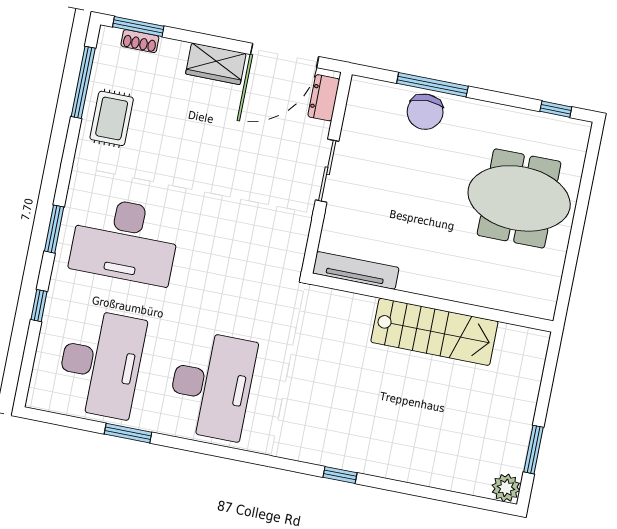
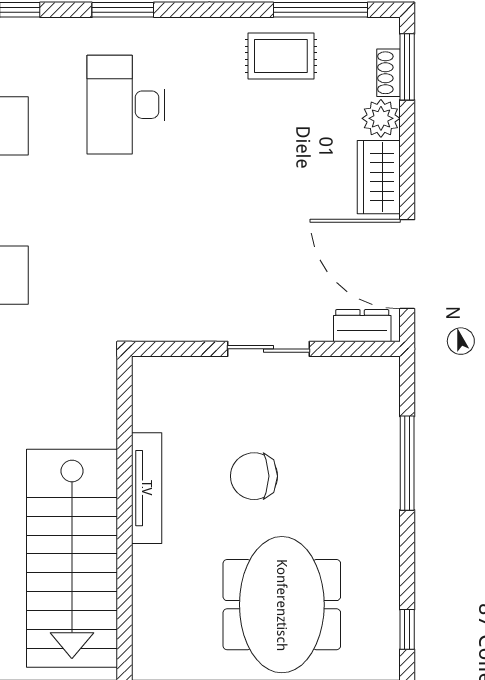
plant: (173, 53) -> (381, 118), added
chair: (425, 112) -> (254, 476), moved
desk: (125, 241) -> (126, 105), width x0.73, depth x0.77
tv unit: (356, 270) -> (147, 488), moved
stairs: (434, 332) -> (72, 558), width x1.36, depth x1.51

